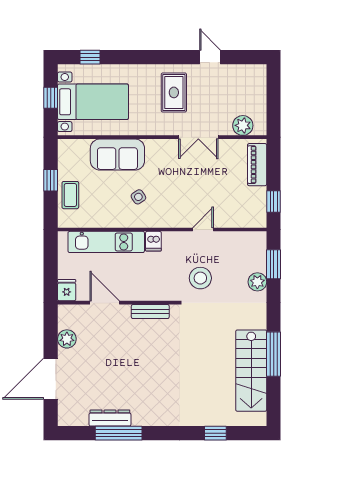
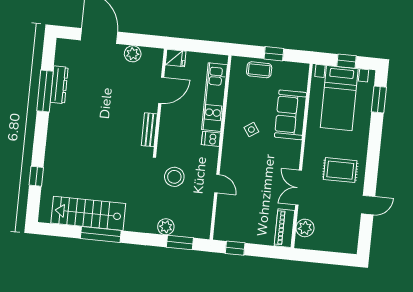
window: (90, 57) -> (379, 99), width x1.50
piano: (257, 165) -> (284, 228), moved, turned -90

